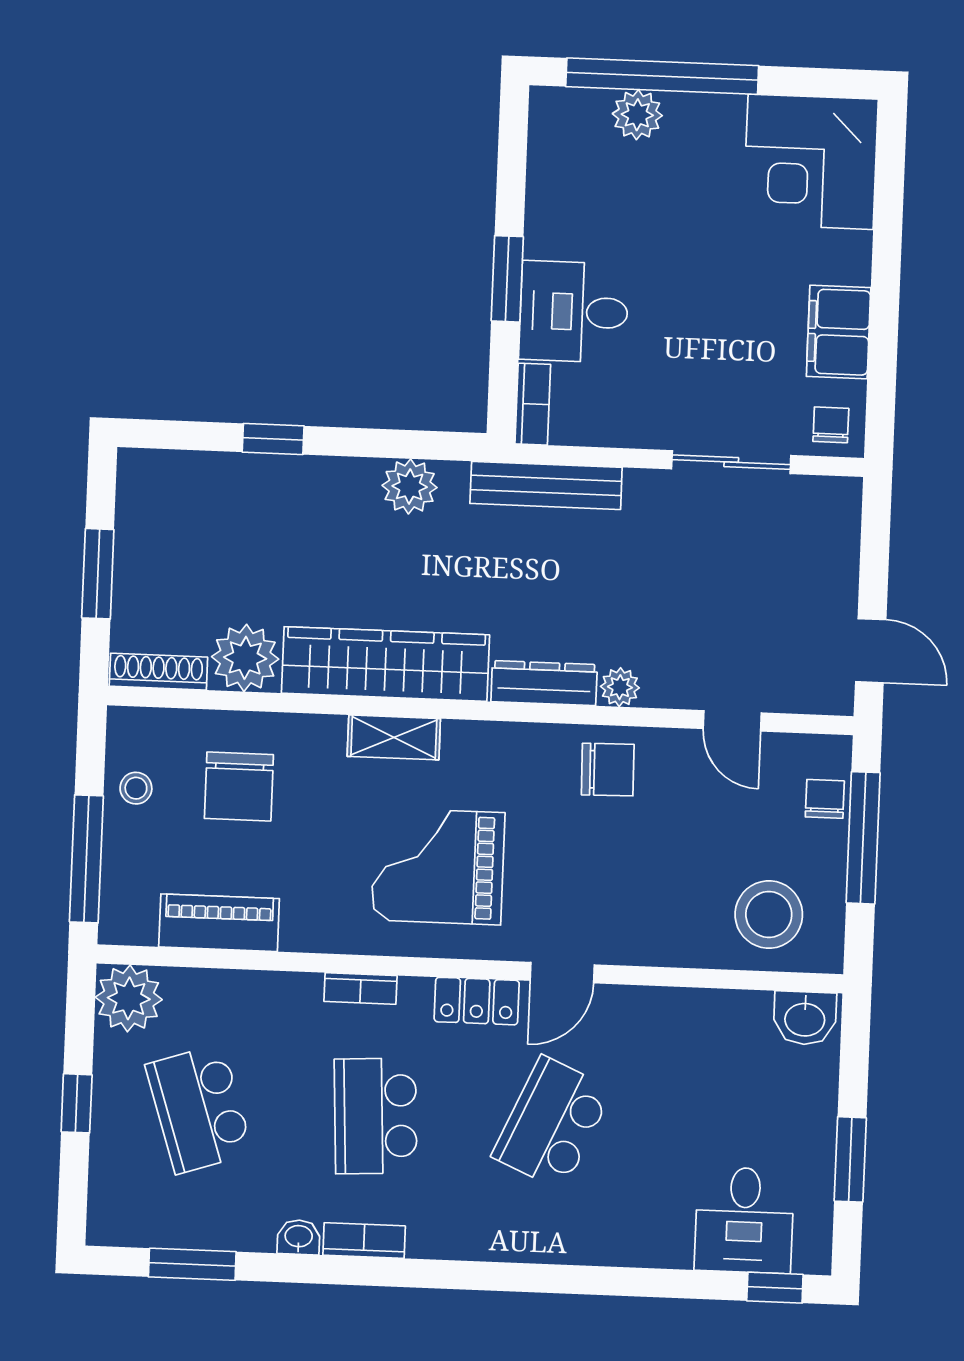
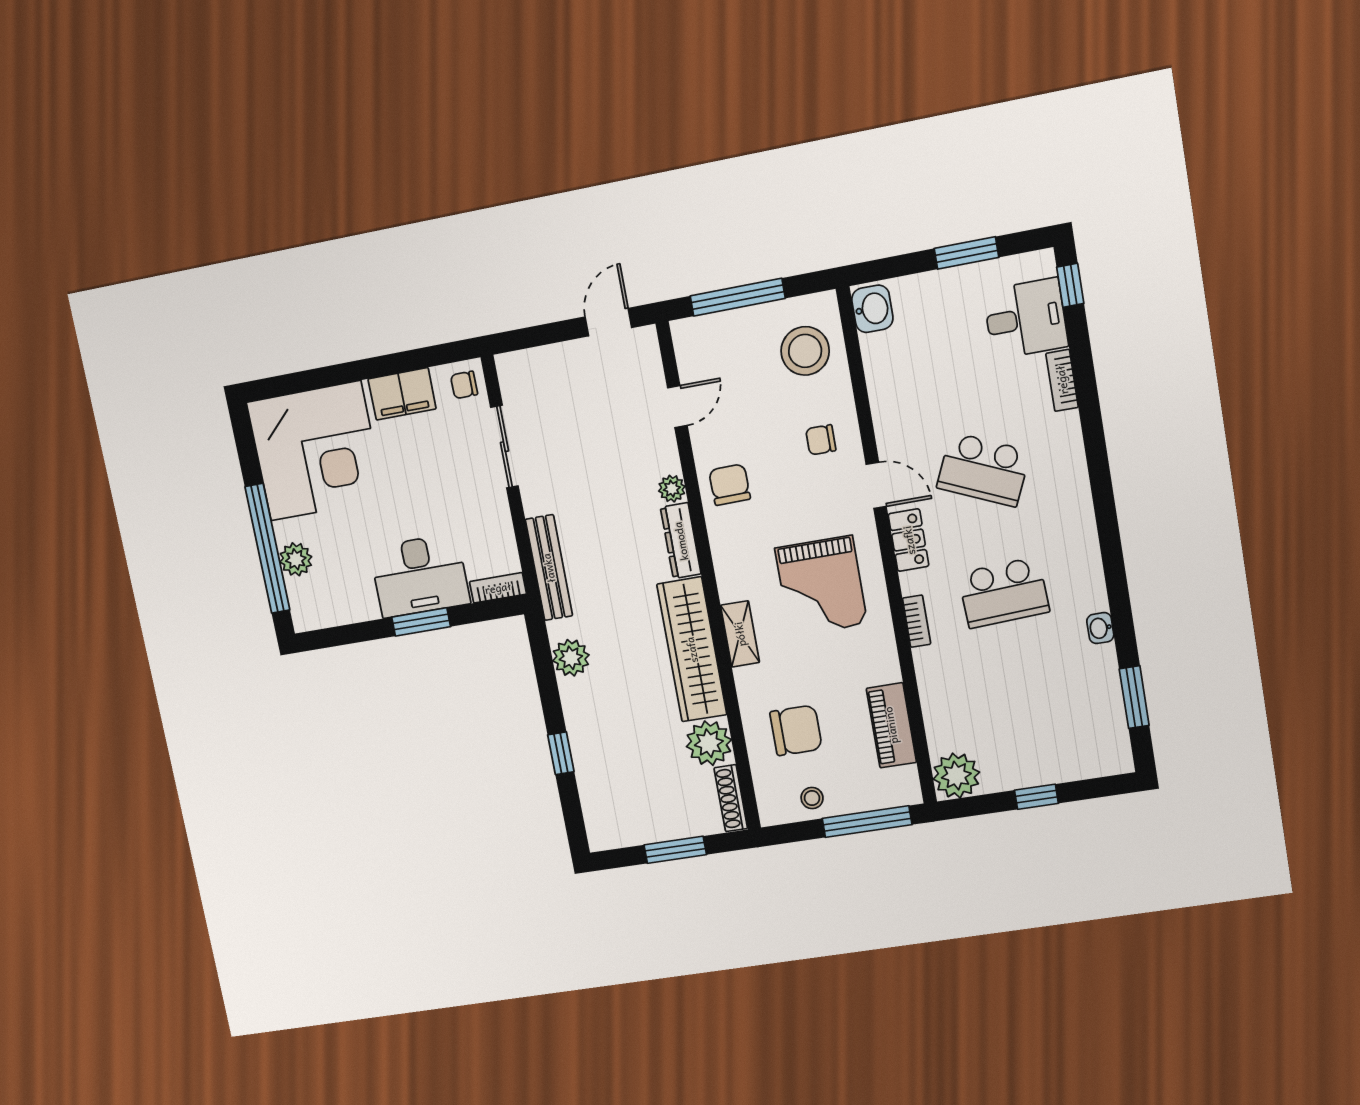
corner desk: (811, 162) -> (316, 451), width x1.36, depth x1.36
desk: (574, 312) -> (420, 576), width x1.37
chair: (825, 799) -> (821, 440), moved
school desk: (199, 1109) -> (1023, 714), removed
bookcase: (364, 1241) -> (1062, 380), moved

